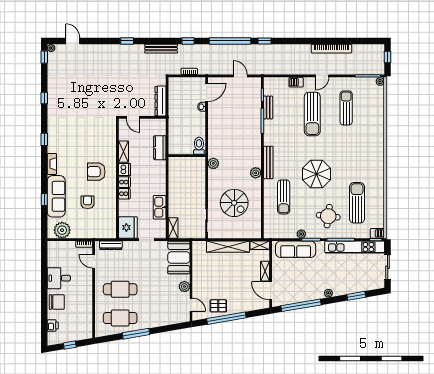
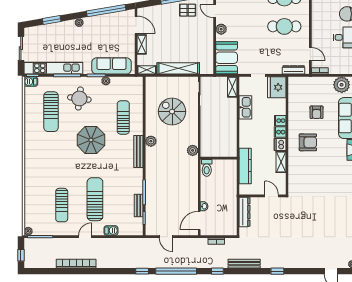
kitchen counter: (160, 148) -> (245, 166), width x1.50

